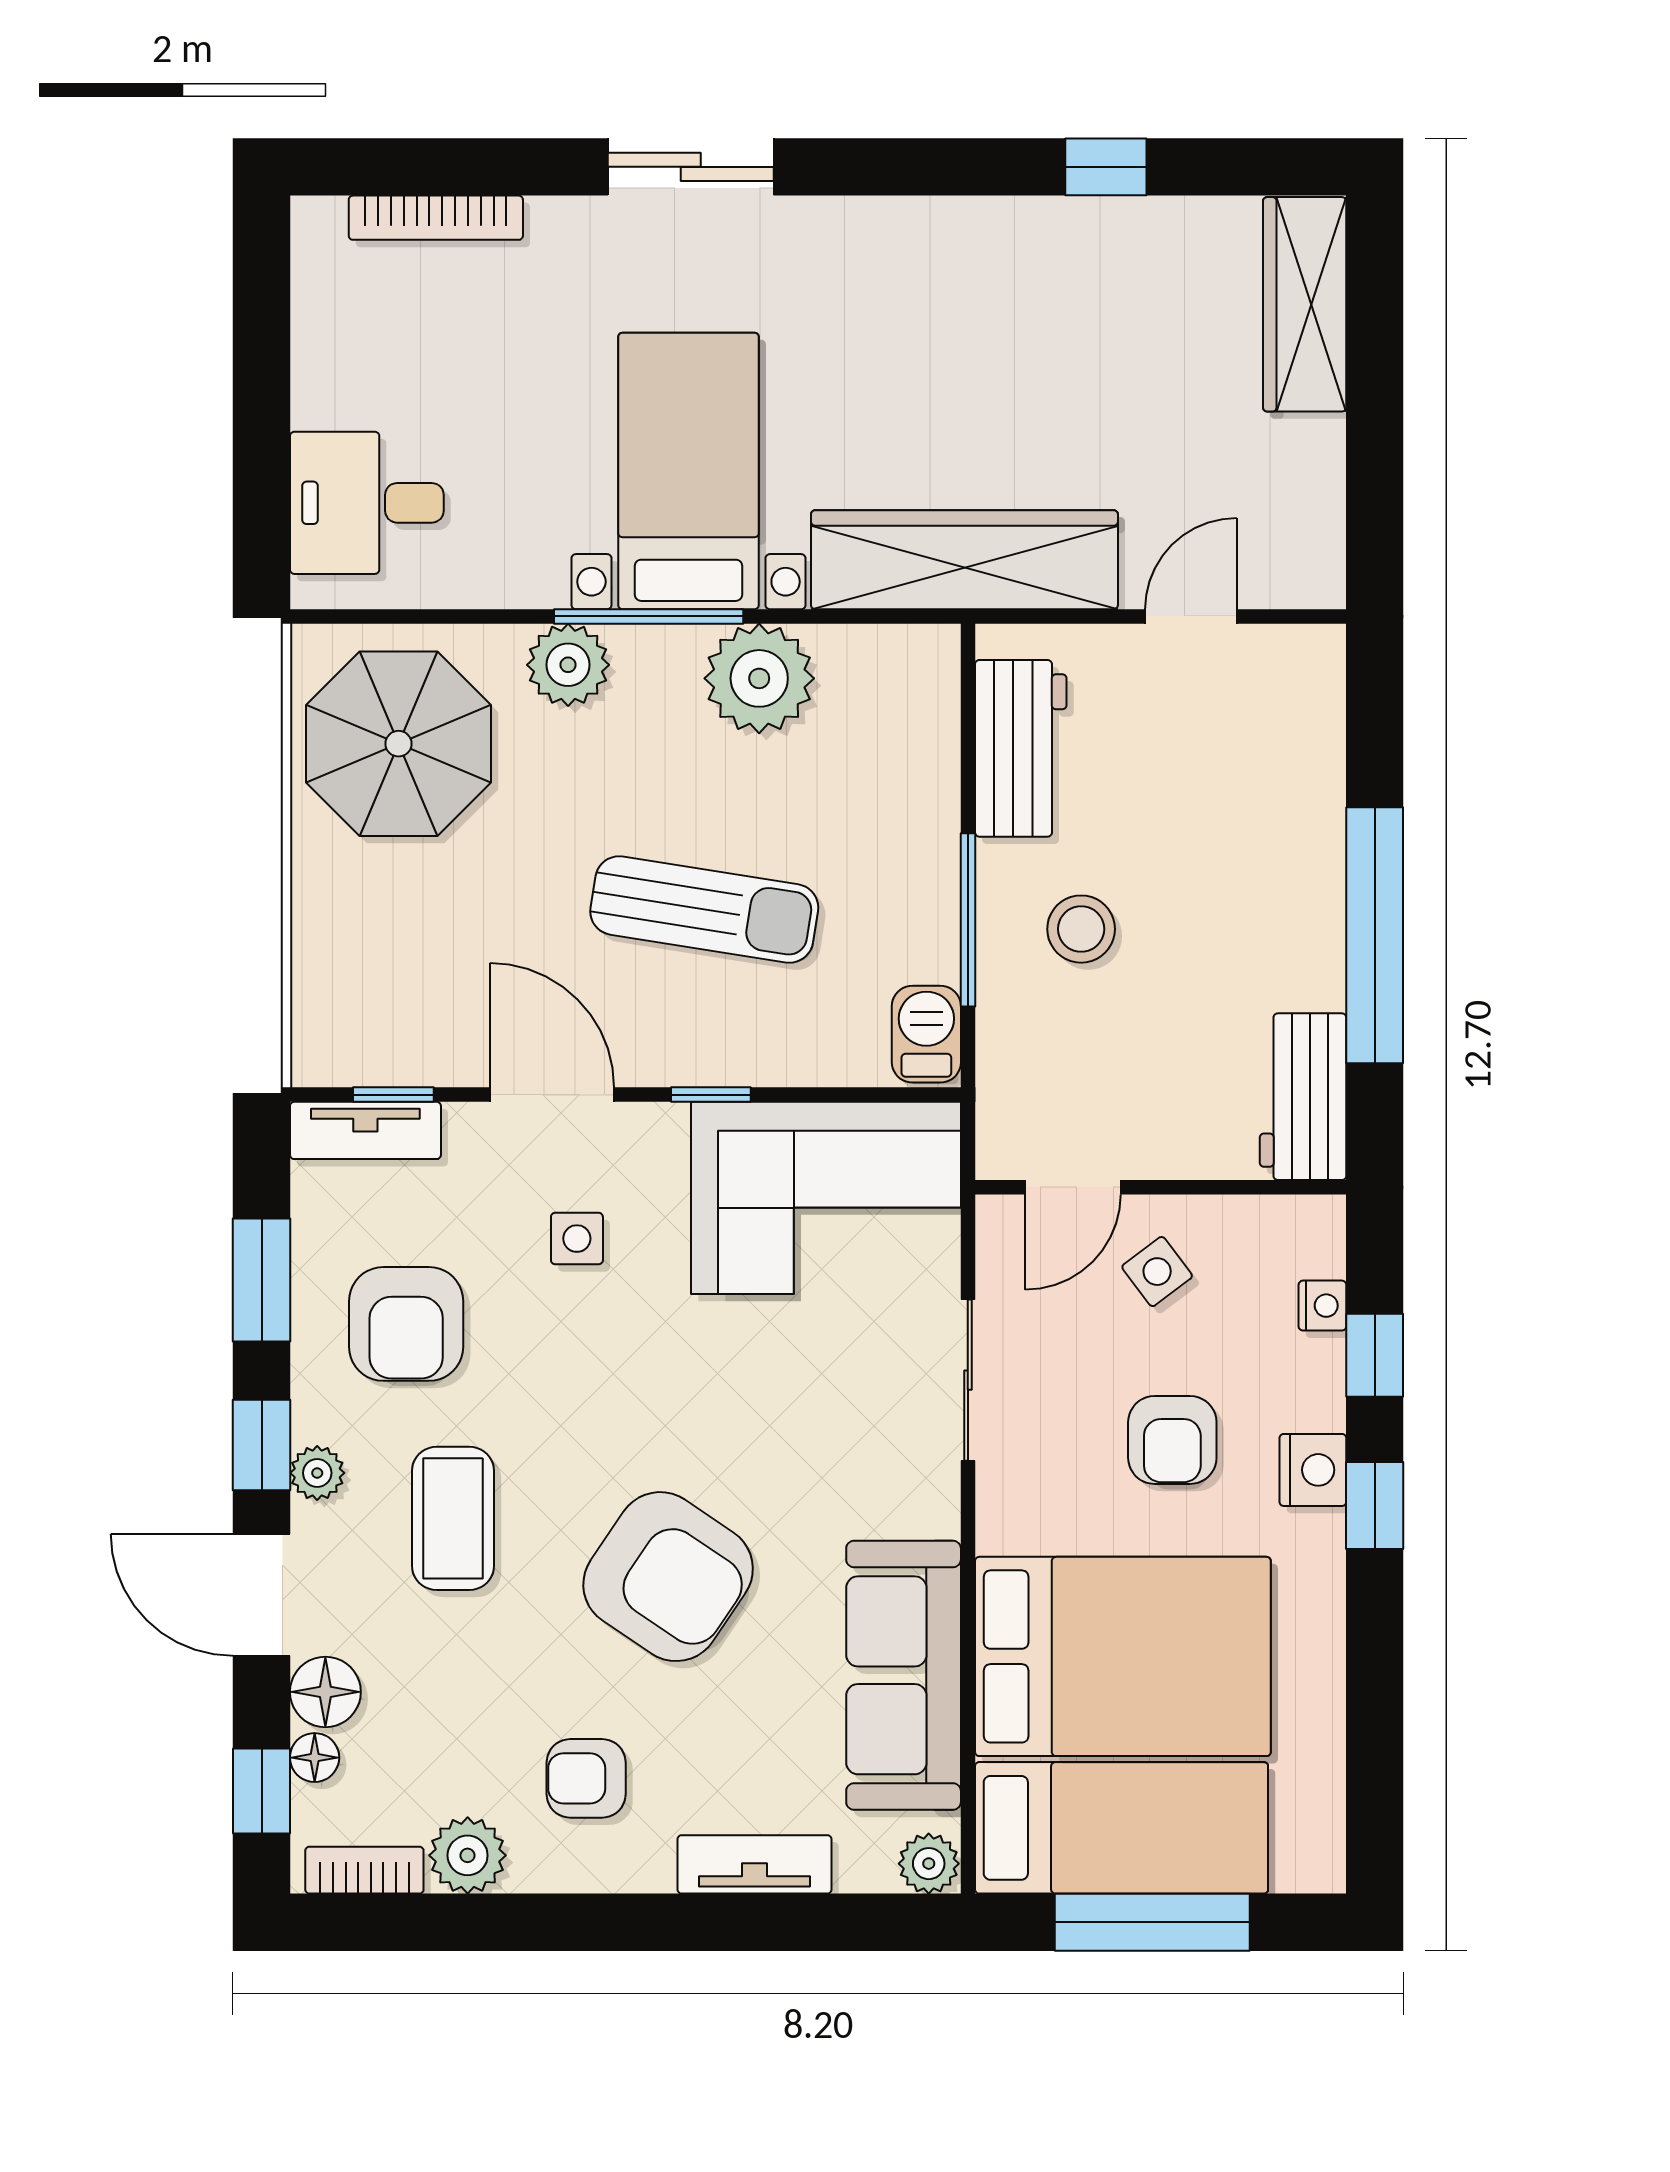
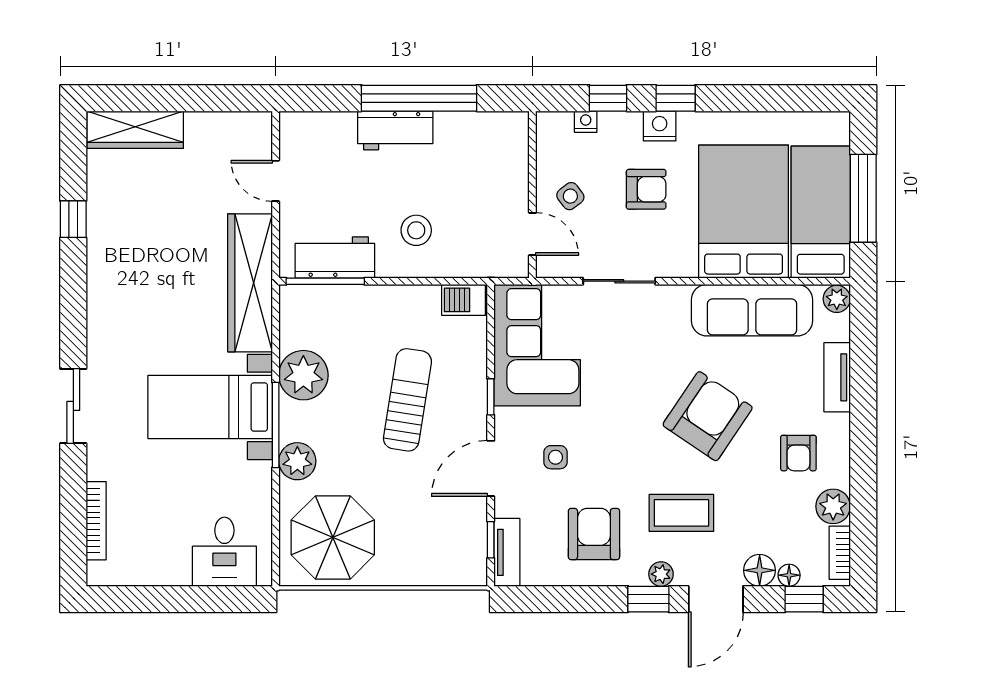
window: (968, 920) -> (325, 281), moved
workbench: (1303, 1097) -> (395, 130), moved
window: (262, 1280) -> (574, 599), removed
armchair: (406, 1324) -> (594, 534), turned -90

